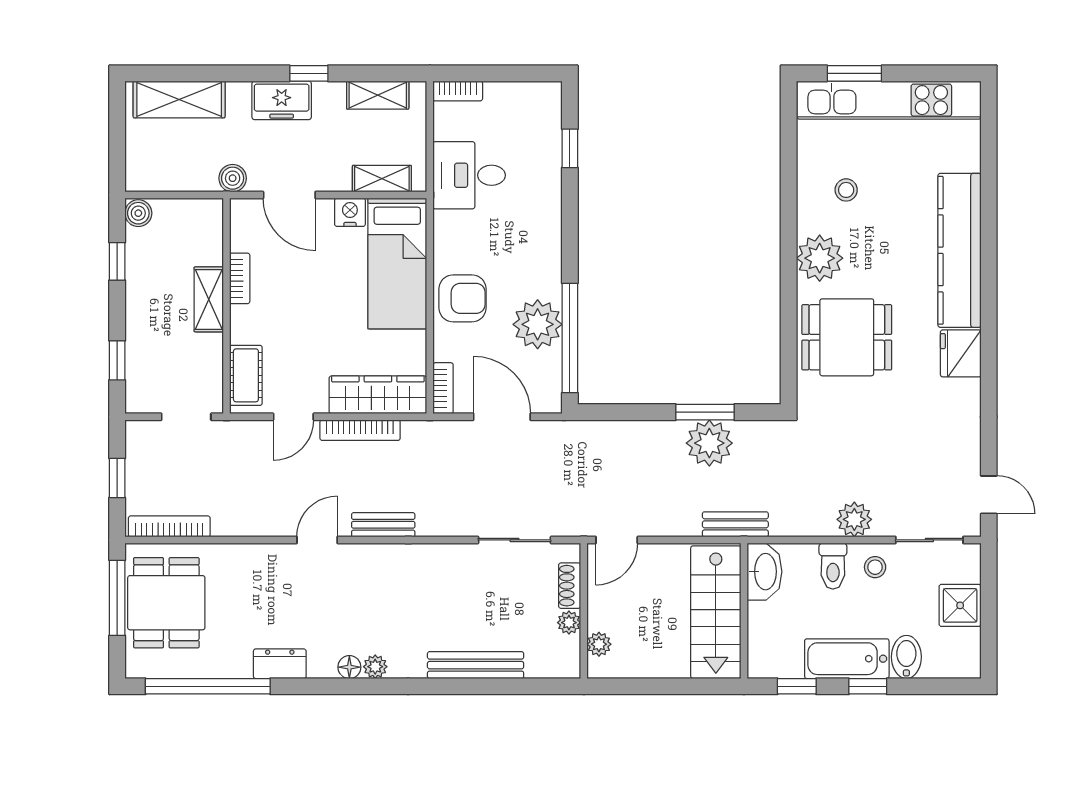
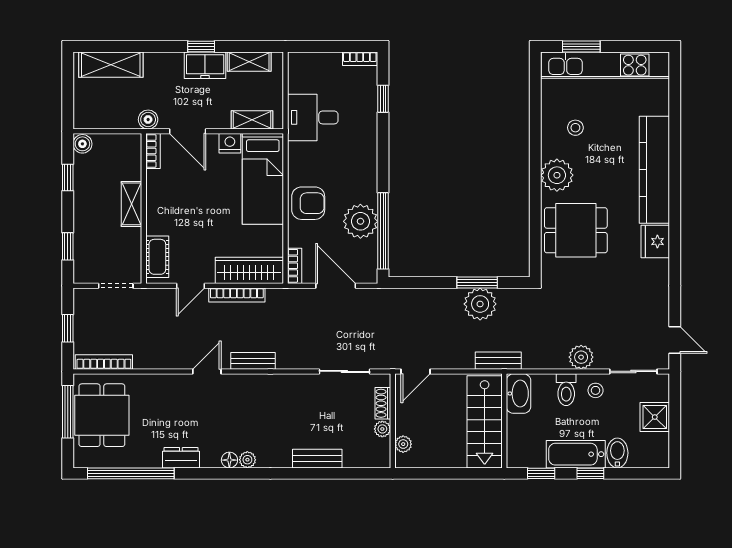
bookcase: (458, 91) -> (360, 59), moved
freezer: (282, 100) -> (205, 65), moved
bookcase: (240, 278) -> (153, 151), moved
bench: (476, 665) -> (317, 459), width x0.73

